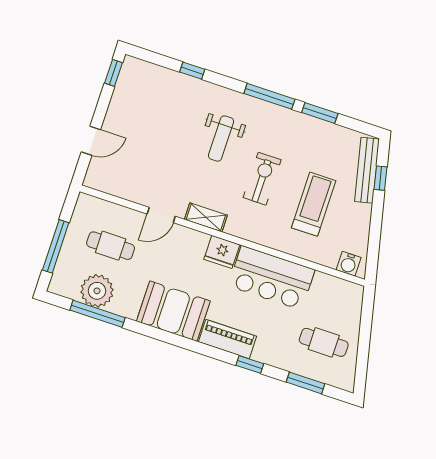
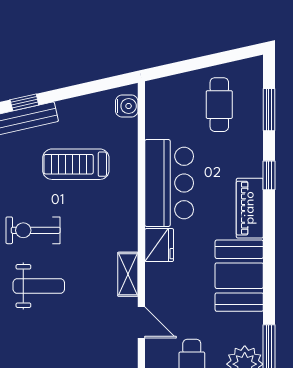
exercise bike: (262, 179) -> (33, 230), moved

